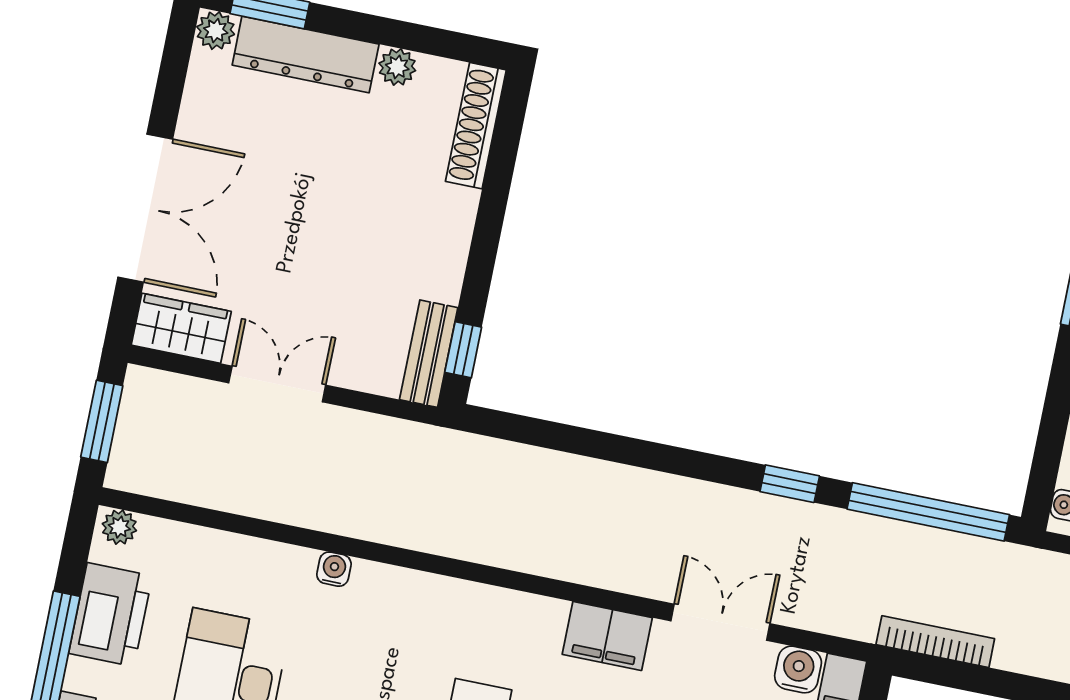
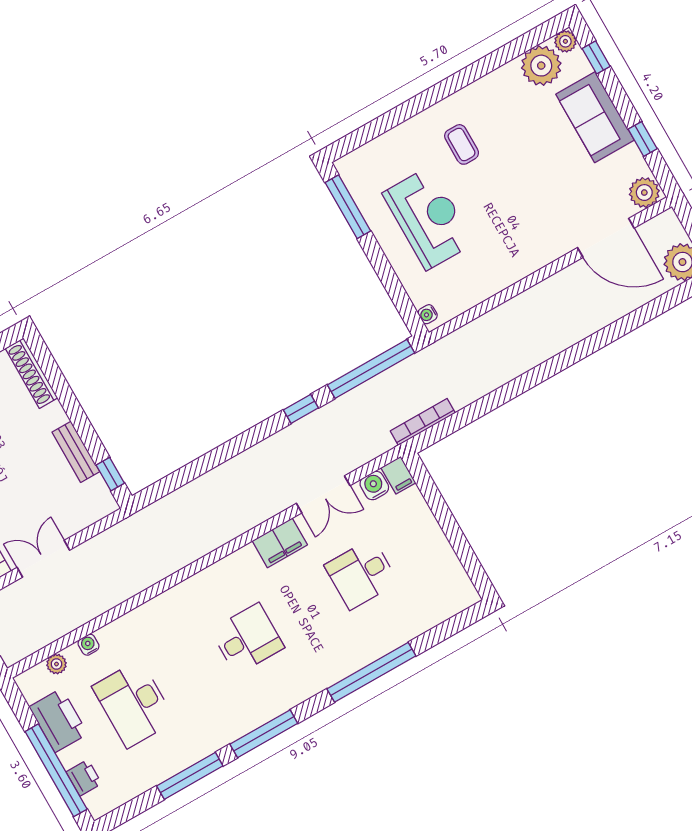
bench: (429, 354) -> (76, 452), moved
plant: (119, 527) -> (56, 664), moved
water cooler: (334, 569) -> (89, 645), moved
double door: (720, 622) -> (323, 494), swing flipped

